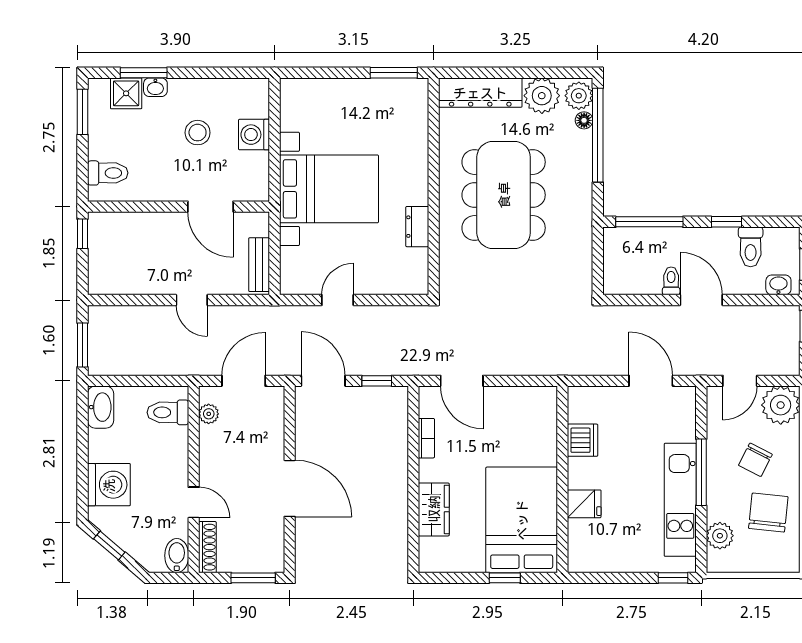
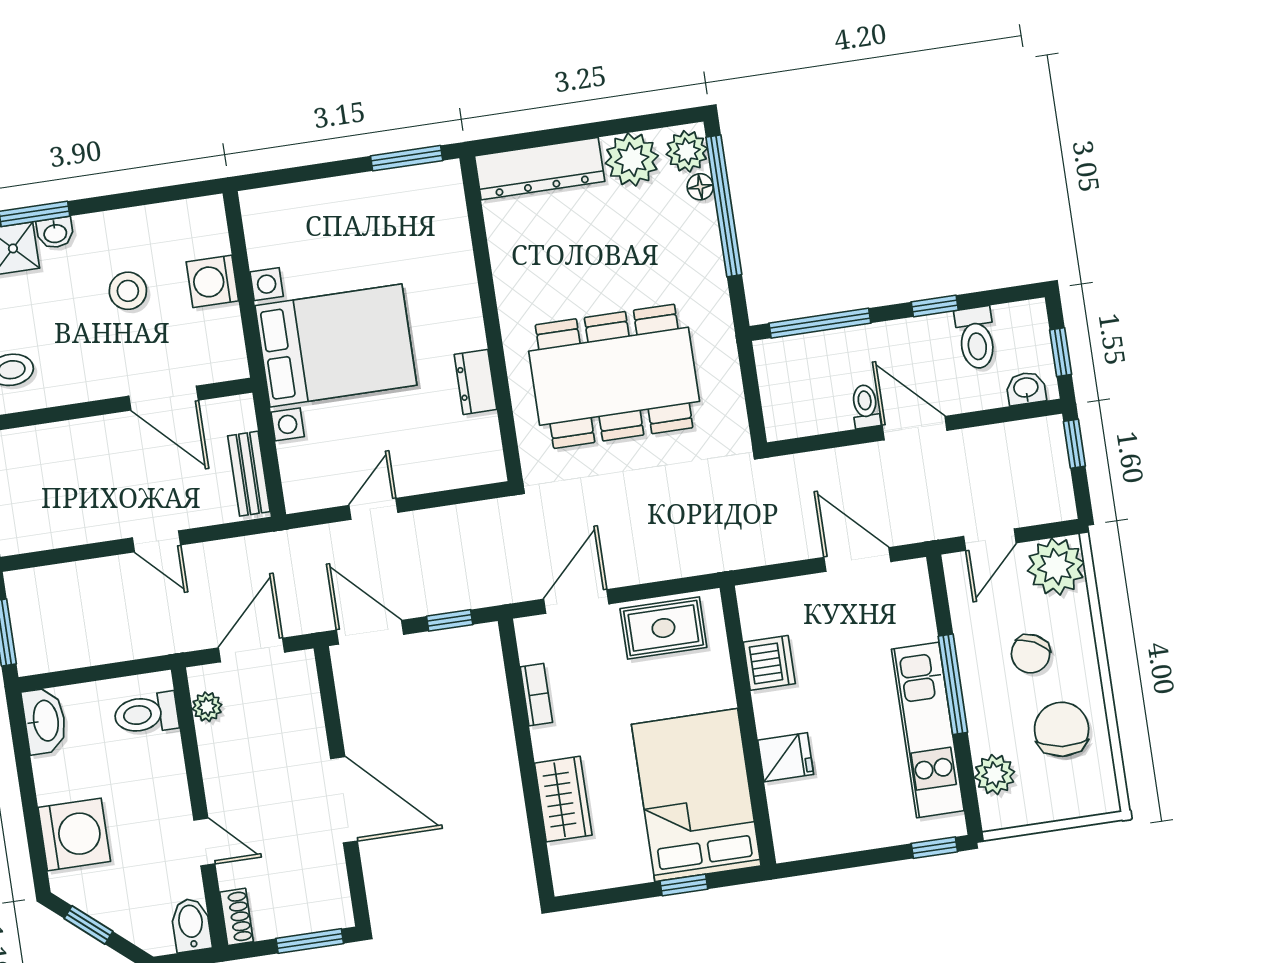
dining table: (504, 195) -> (614, 376), moved, turned 90
door: (462, 381) -> (576, 601), swing flipped
rug: (517, 407) -> (663, 628), added
shoe rack: (207, 547) -> (237, 917), width x0.70

